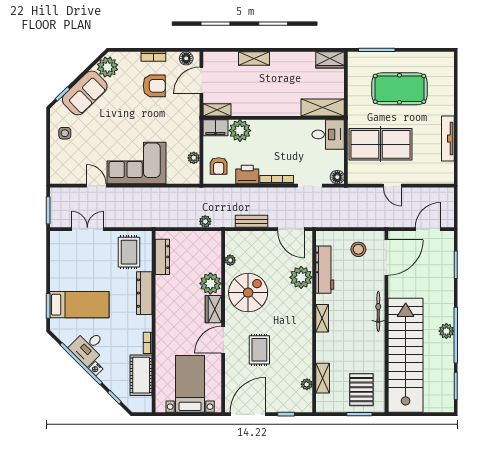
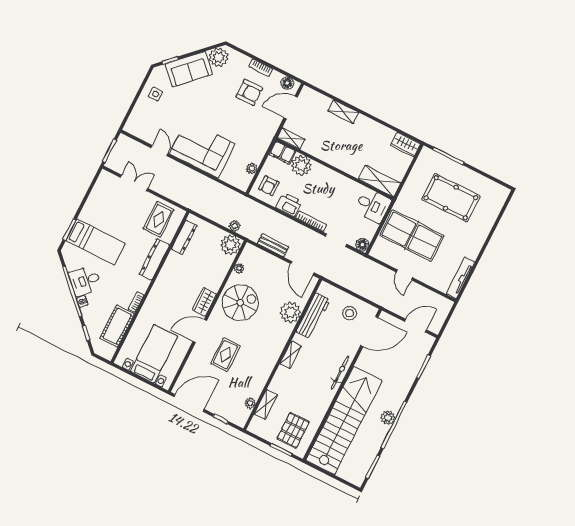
tv unit: (448, 139) -> (460, 278), moved
plant: (210, 283) -> (230, 245), moved

